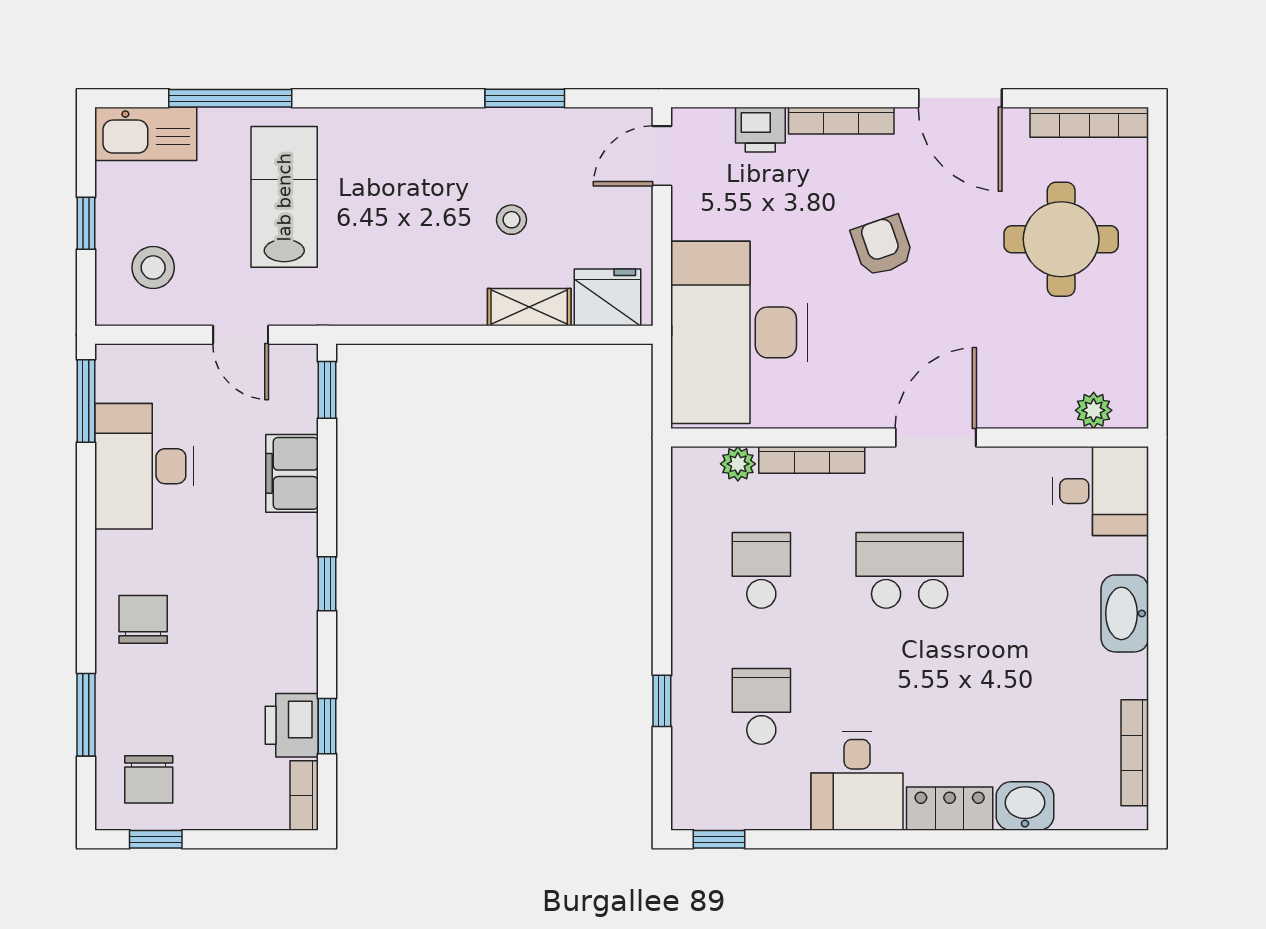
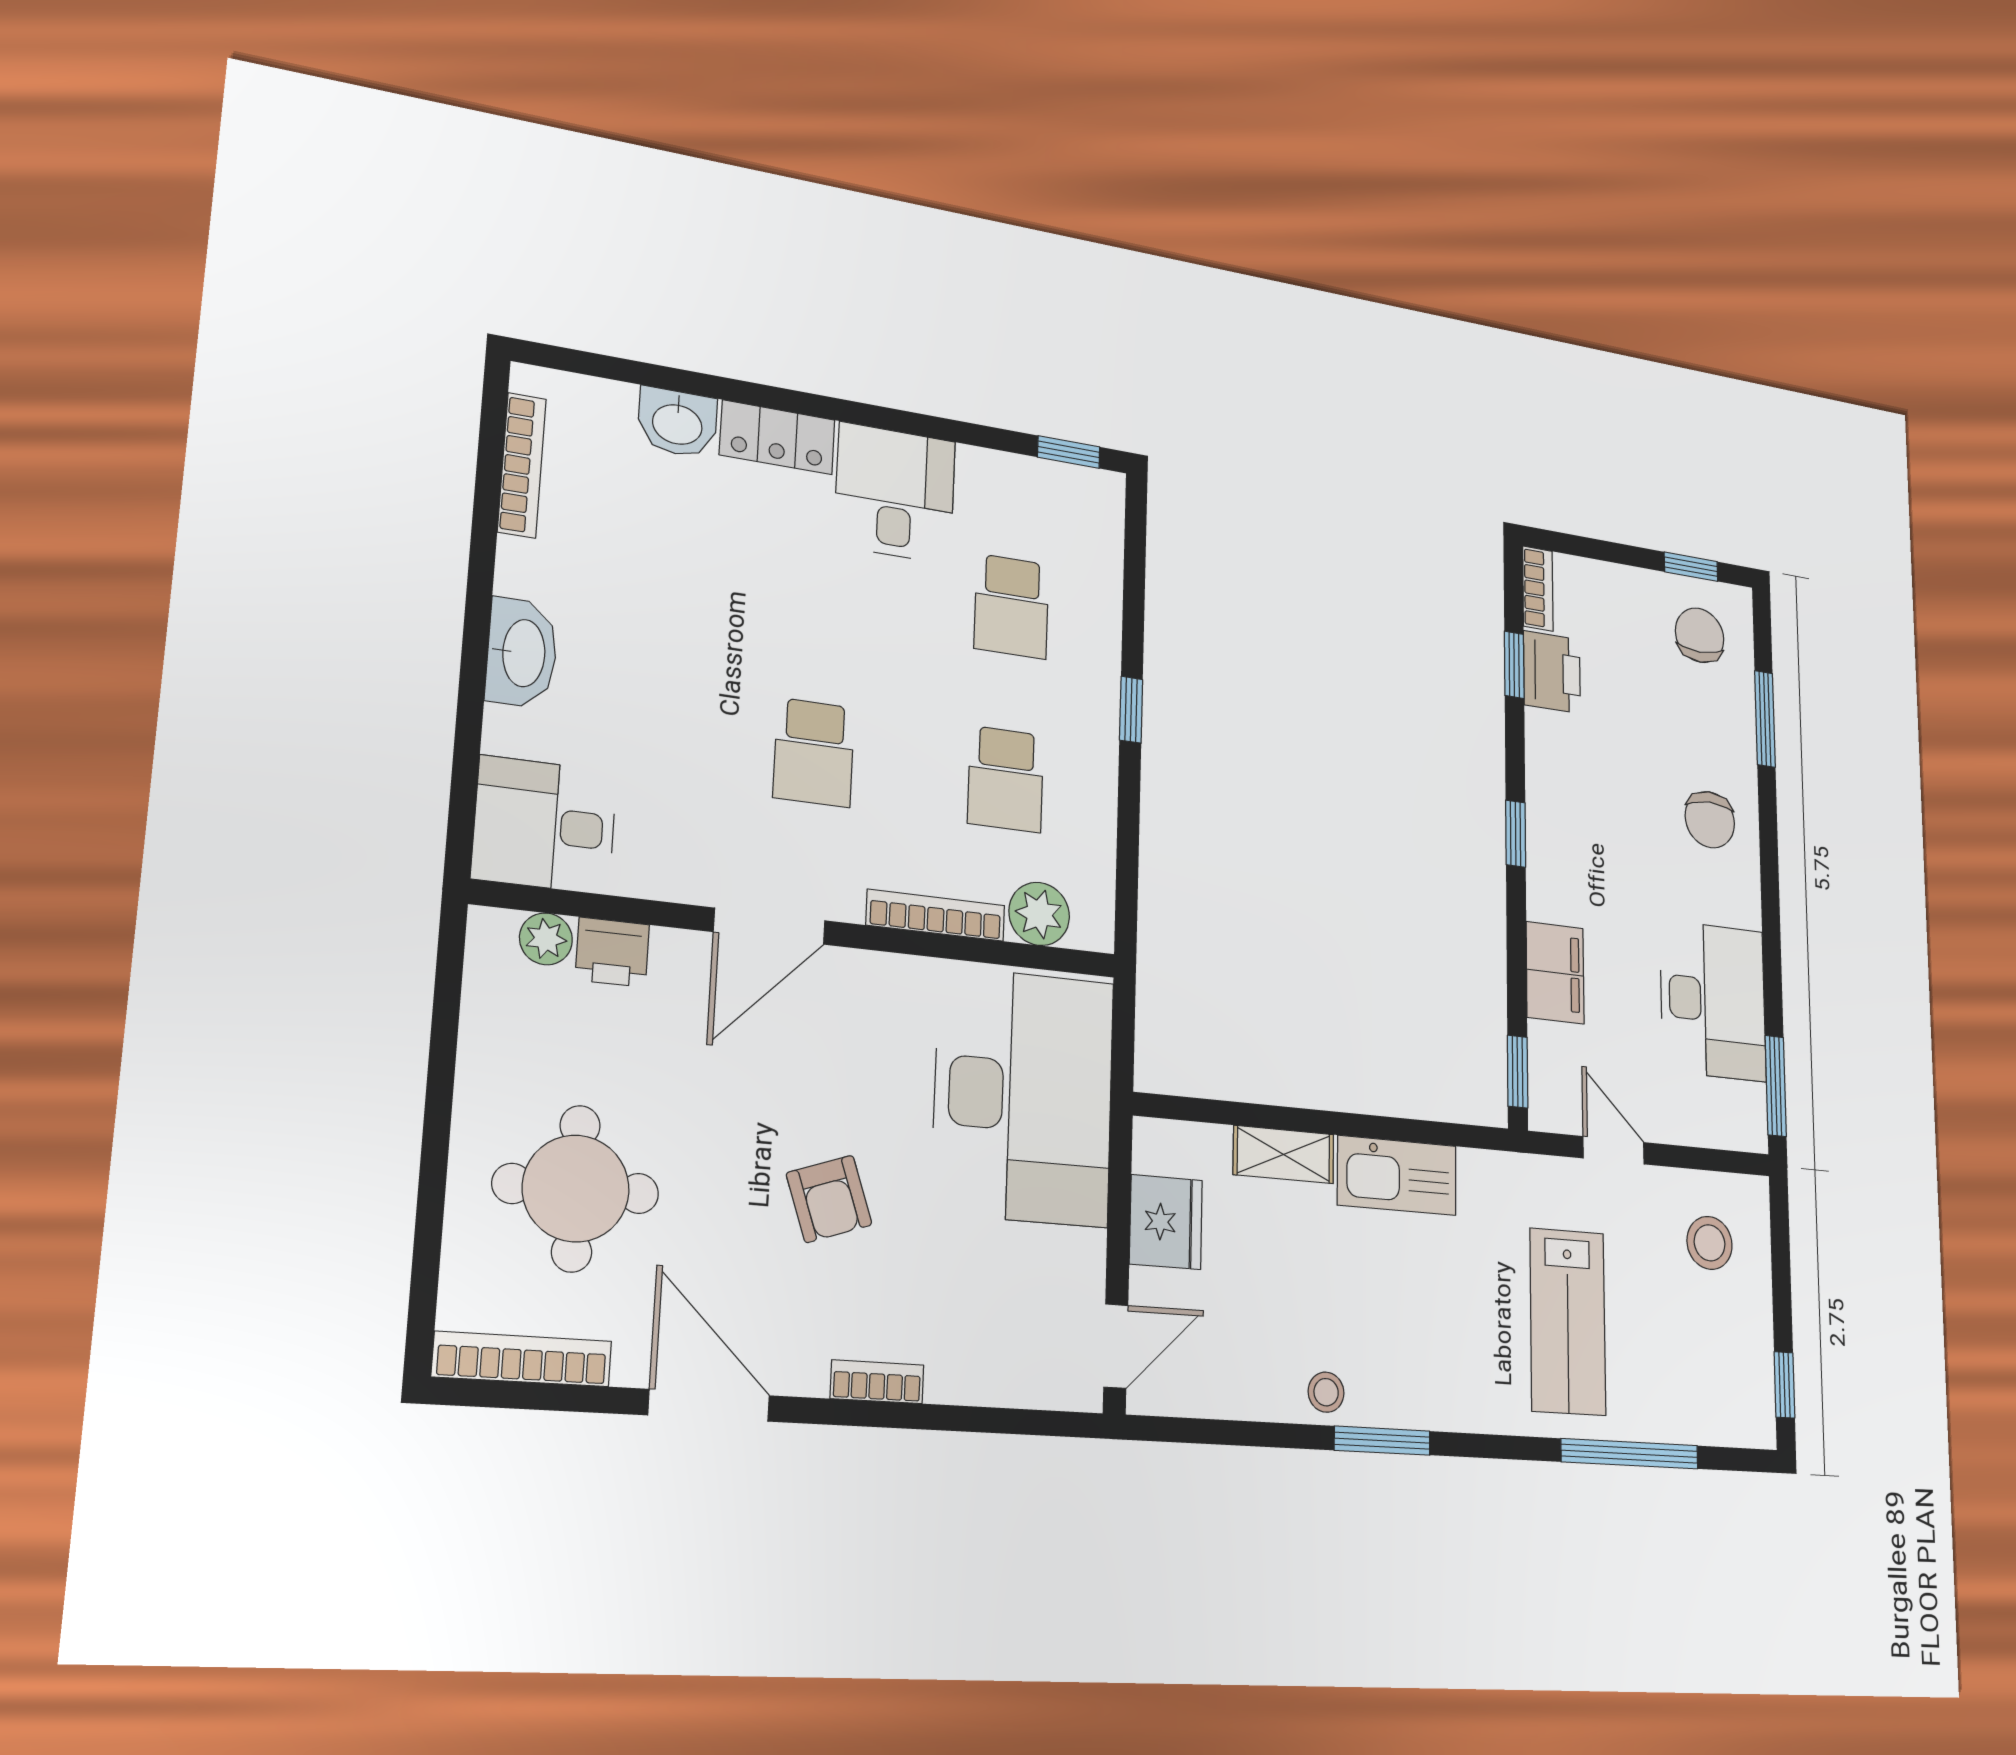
window: (525, 98) -> (1382, 1441), moved
bookcase: (841, 121) -> (877, 1382), width x0.64
printer: (760, 130) -> (612, 952), moved, turned 180
kitchen sink: (146, 134) -> (1397, 1175), moved, turned 180
stool: (512, 220) -> (1326, 1392), moved
window: (86, 223) -> (1784, 1385), moved
fridge: (607, 297) -> (1166, 1222), moved, turned -90
plant: (738, 464) -> (1039, 914), width x1.38, depth x1.38
school desk: (910, 570) -> (814, 753), width x0.54
window: (662, 701) -> (1131, 710), moved

